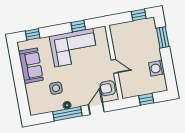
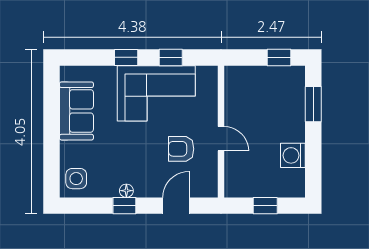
window: (33, 34) -> (126, 57), moved
side table: (56, 88) -> (76, 179), moved
armchair: (108, 88) -> (181, 149), moved
window: (67, 114) -> (124, 206), width x0.46

